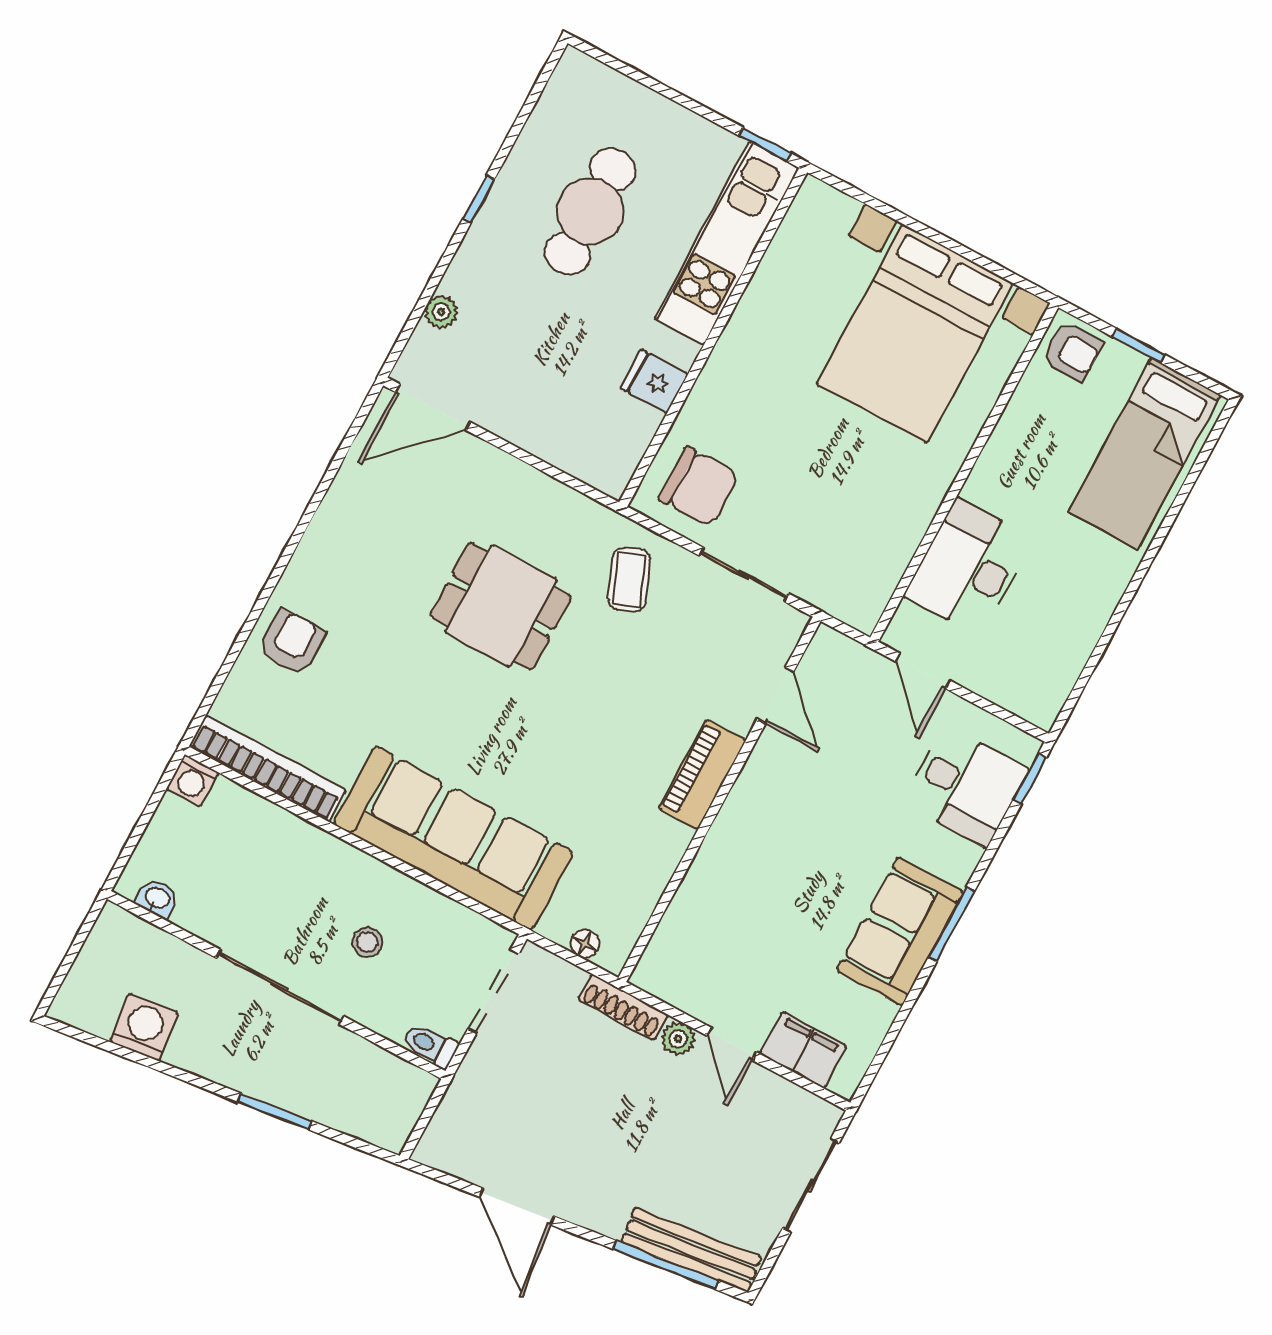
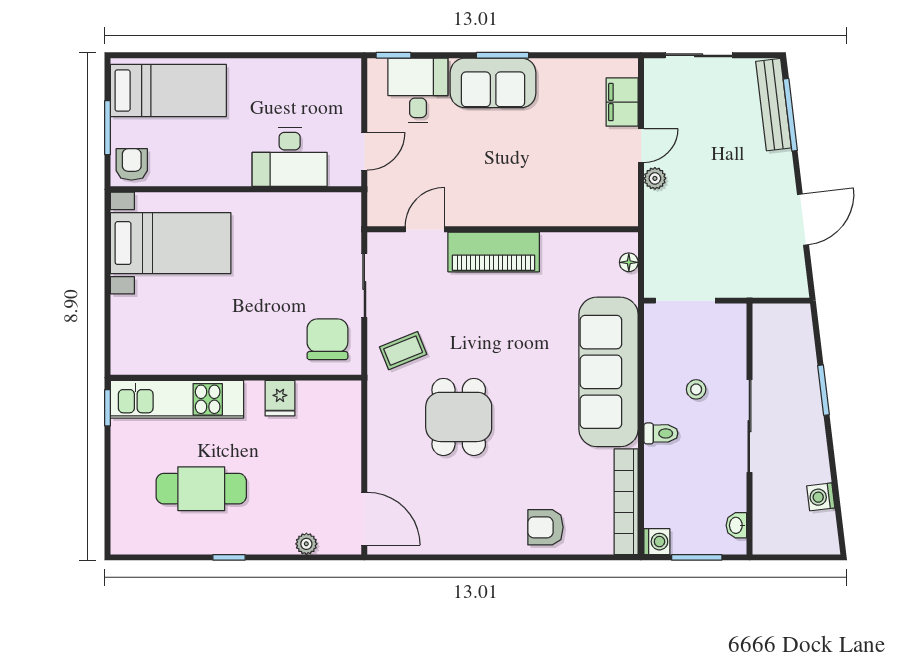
bed with nightstands: (915, 334) -> (171, 243), width x0.73
window: (1139, 346) -> (108, 128), width x1.50
piano: (702, 774) -> (494, 252), width x1.37, depth x1.33
window: (143, 823) -> (697, 557), added
sofa: (900, 931) -> (493, 83), moved
shoe rack: (623, 1007) -> (654, 220), removed
washing machine: (144, 1027) -> (821, 497), width x0.73, depth x0.73
toilet: (430, 1045) -> (661, 433), moved, turned -90

